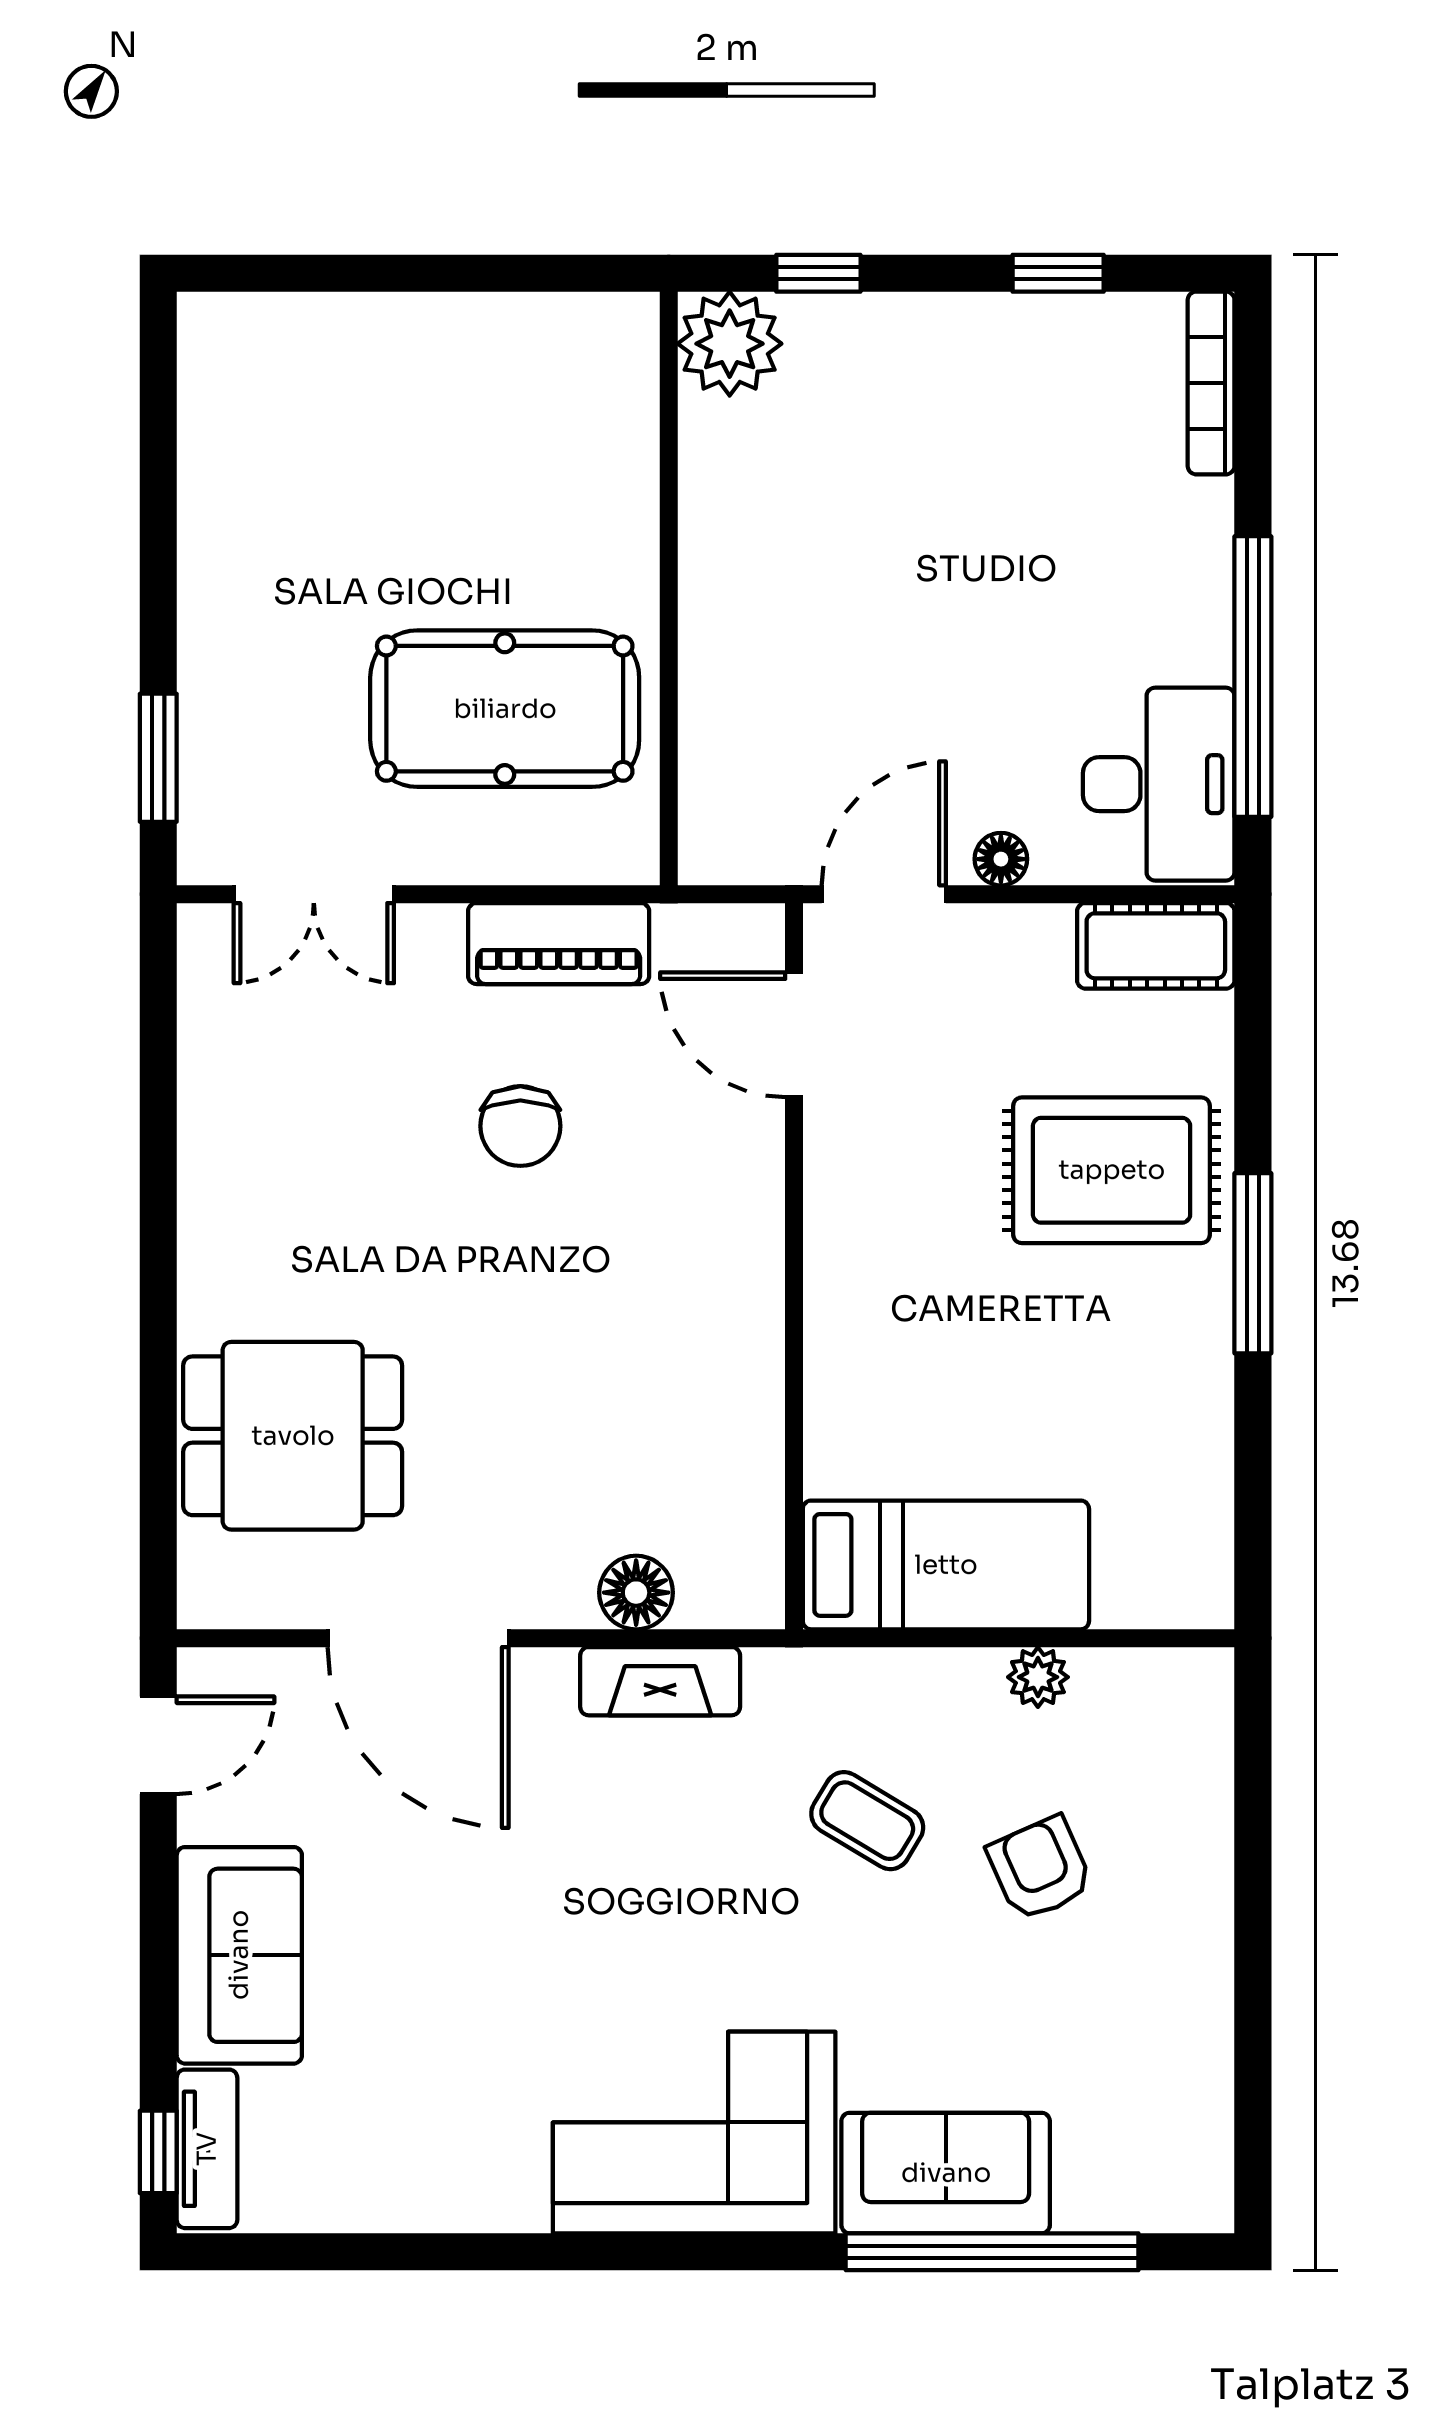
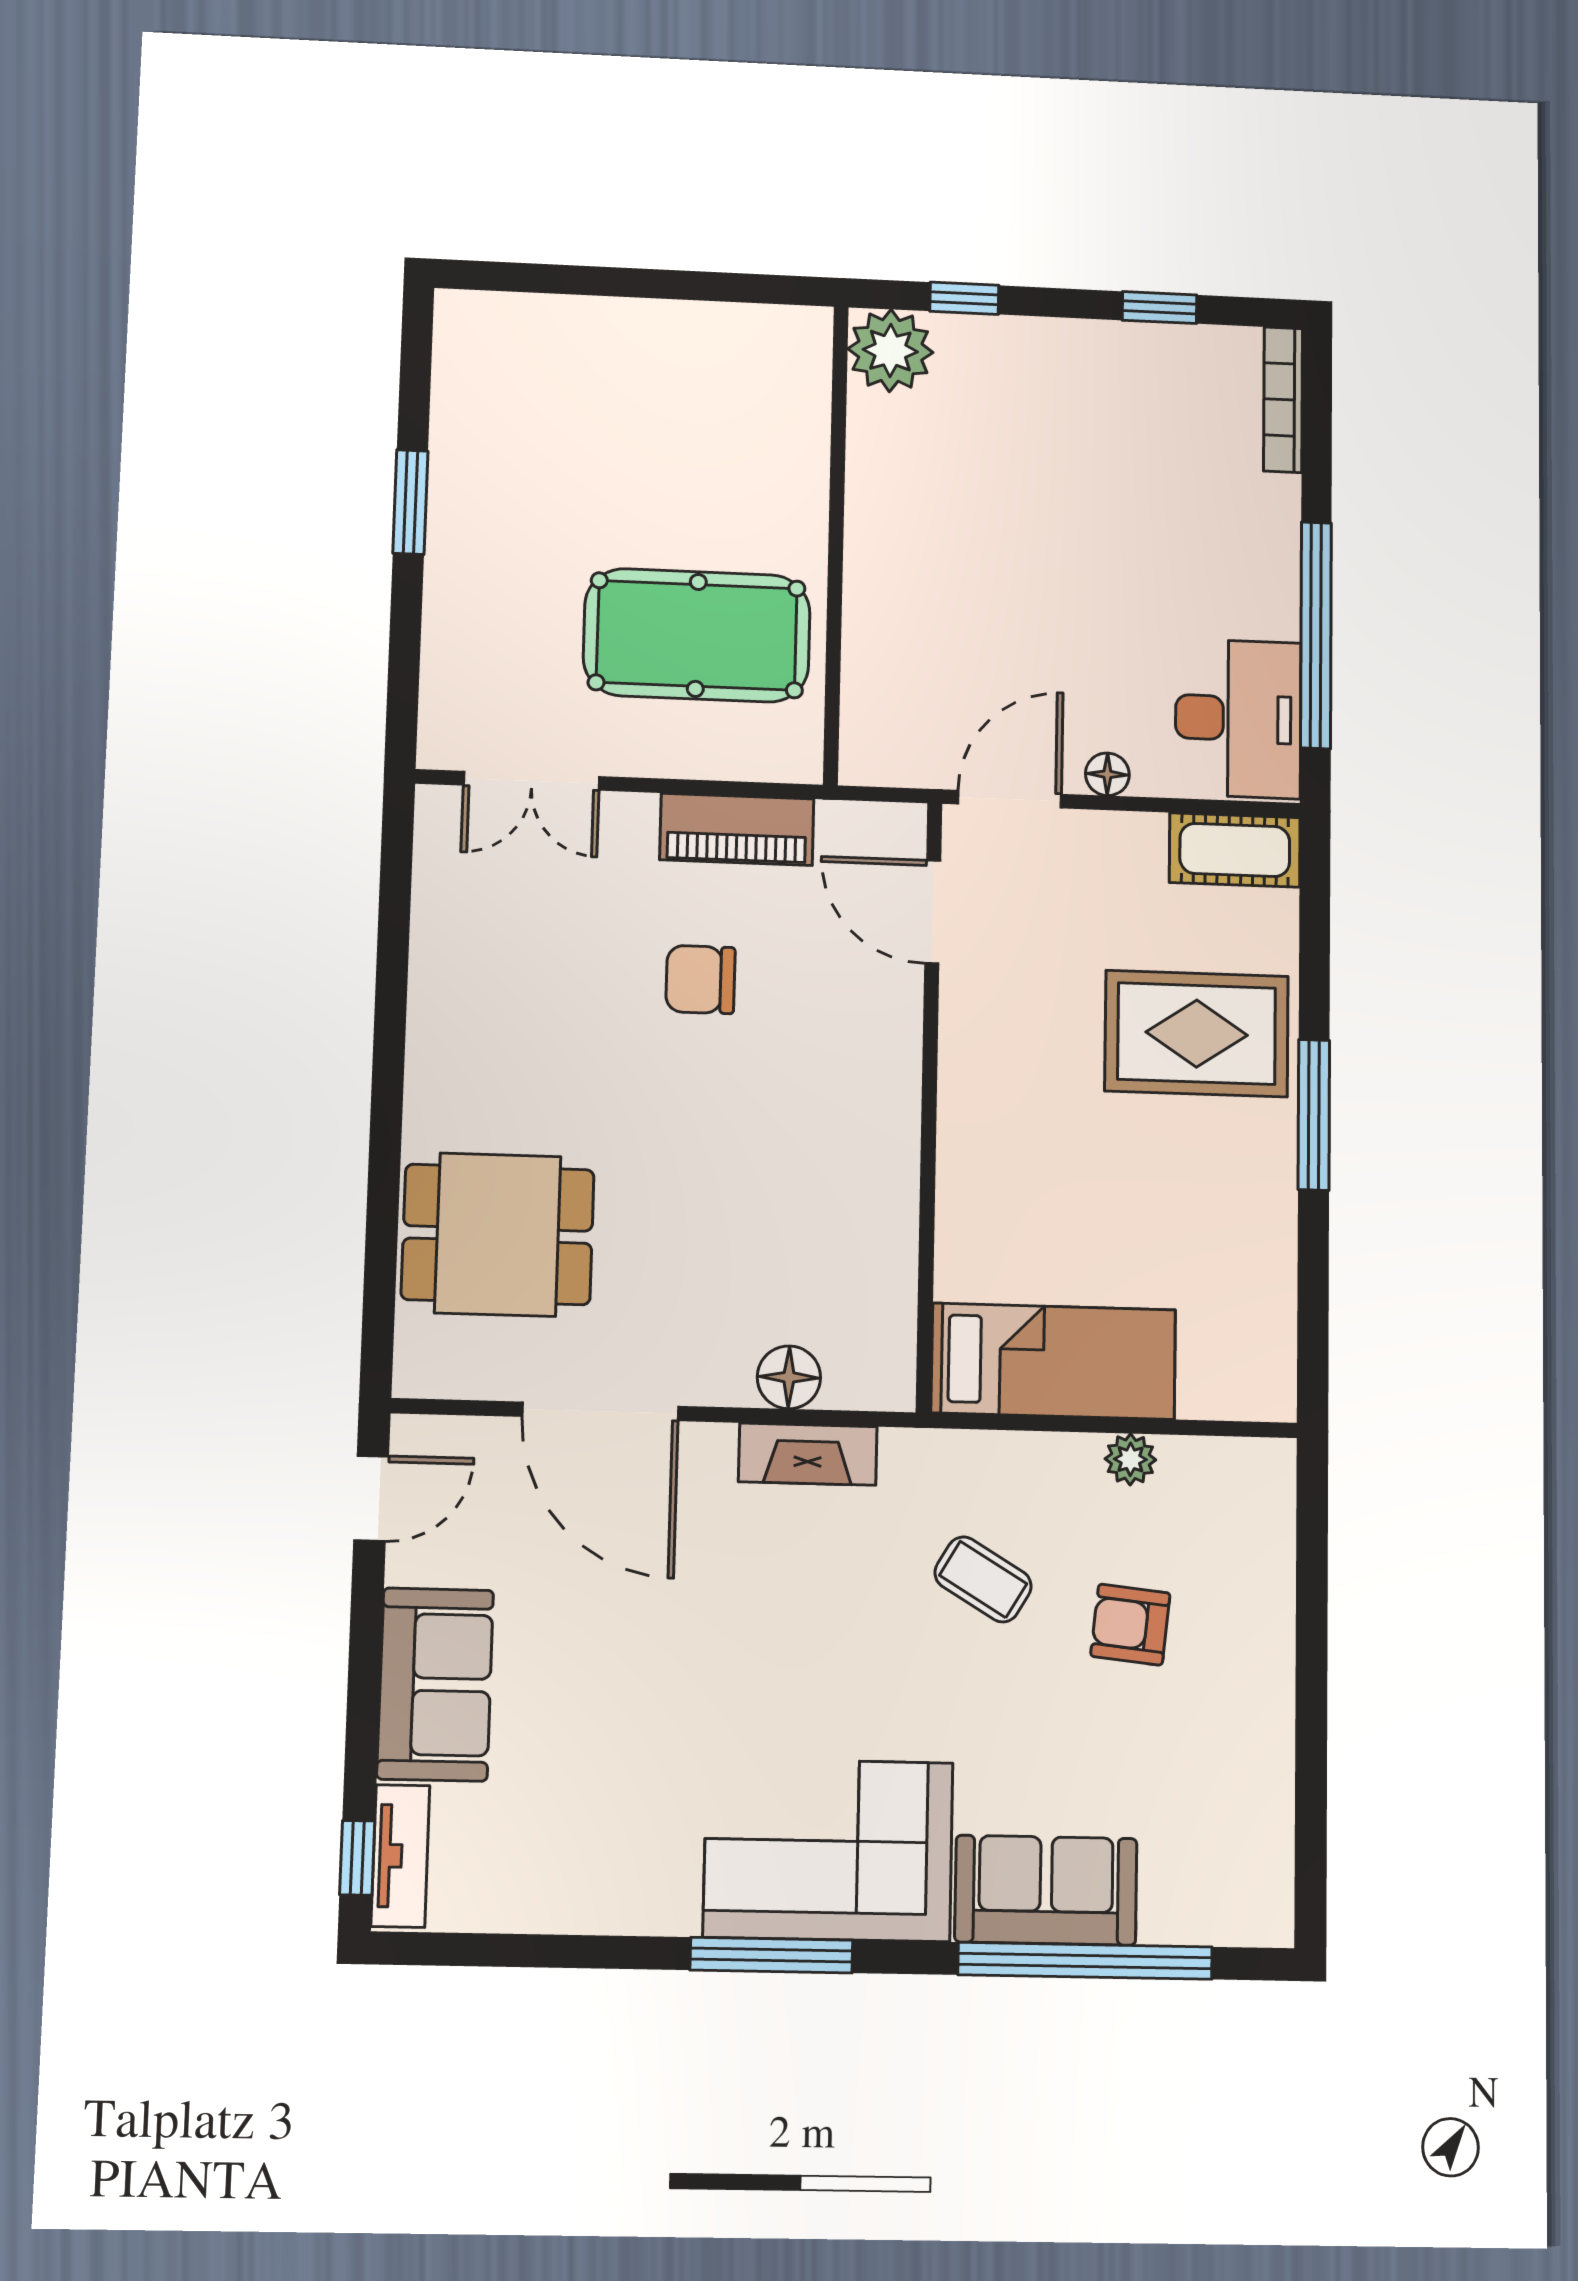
window: (158, 758) -> (410, 502), moved
chair: (520, 1126) -> (700, 980), turned 90
armchair: (1040, 1869) -> (1130, 1625), turned -60
window: (632, 2252) -> (771, 1955), added

